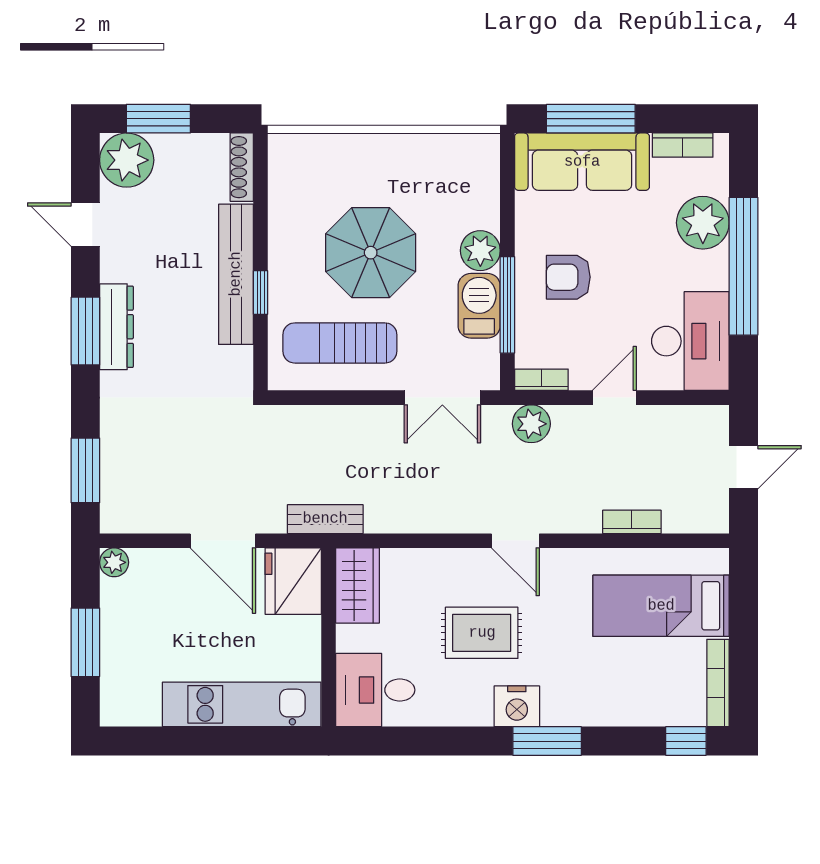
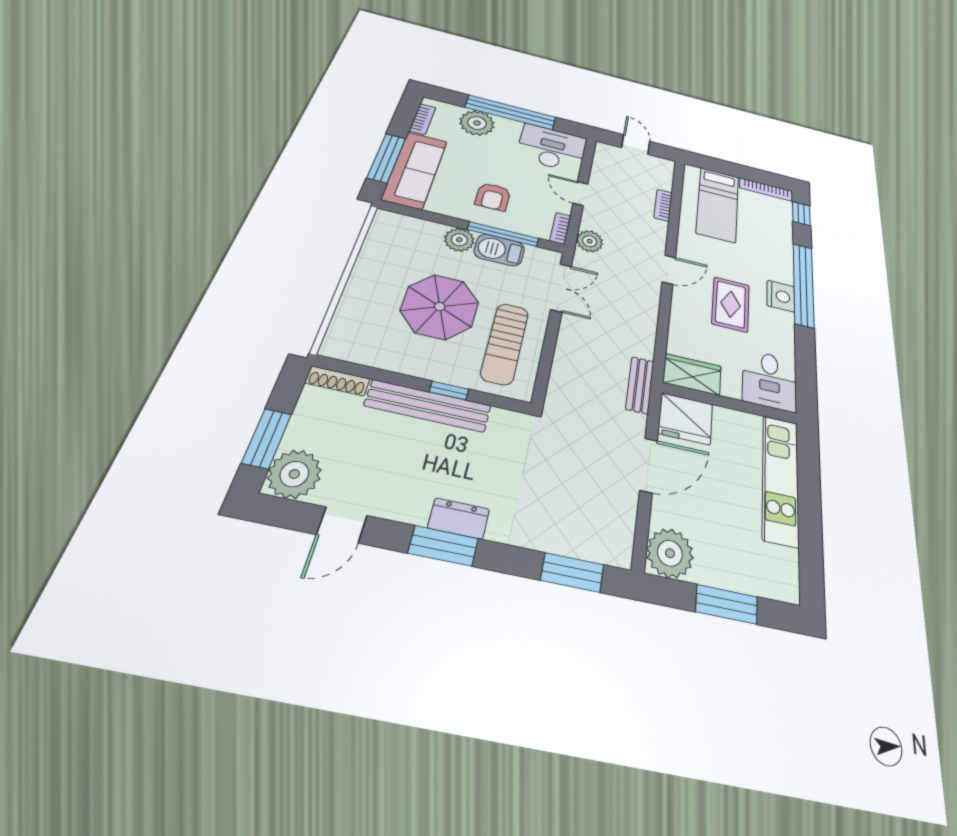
dresser: (116, 327) -> (459, 518), width x0.70
plant: (114, 562) -> (670, 553), width x1.88, depth x1.88
window: (547, 741) -> (803, 285), width x2.11

